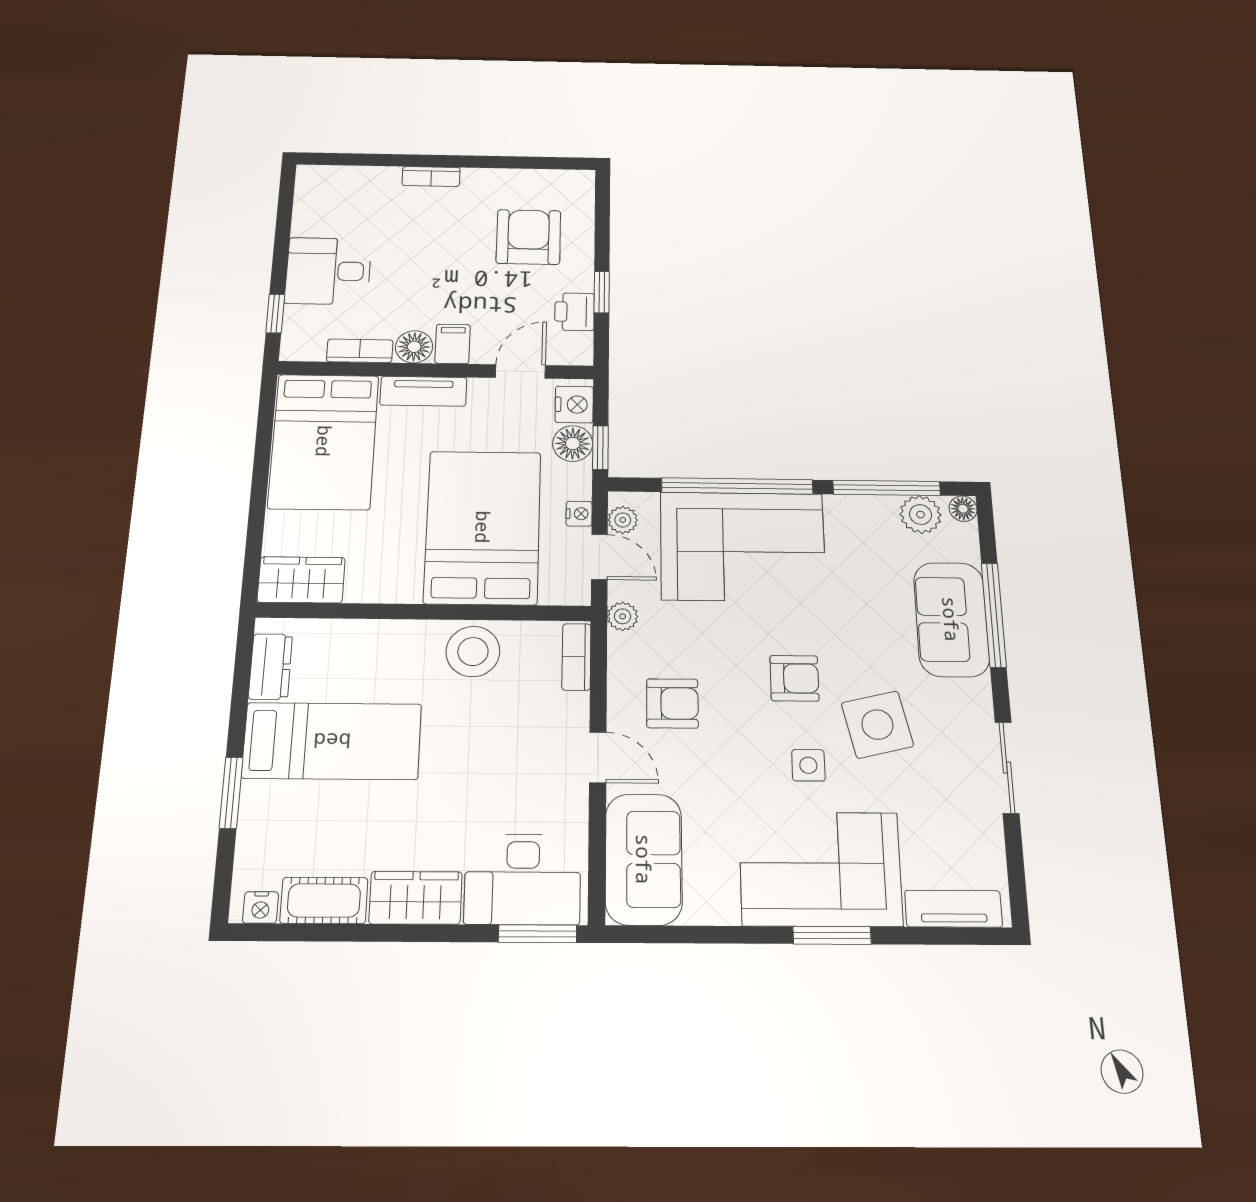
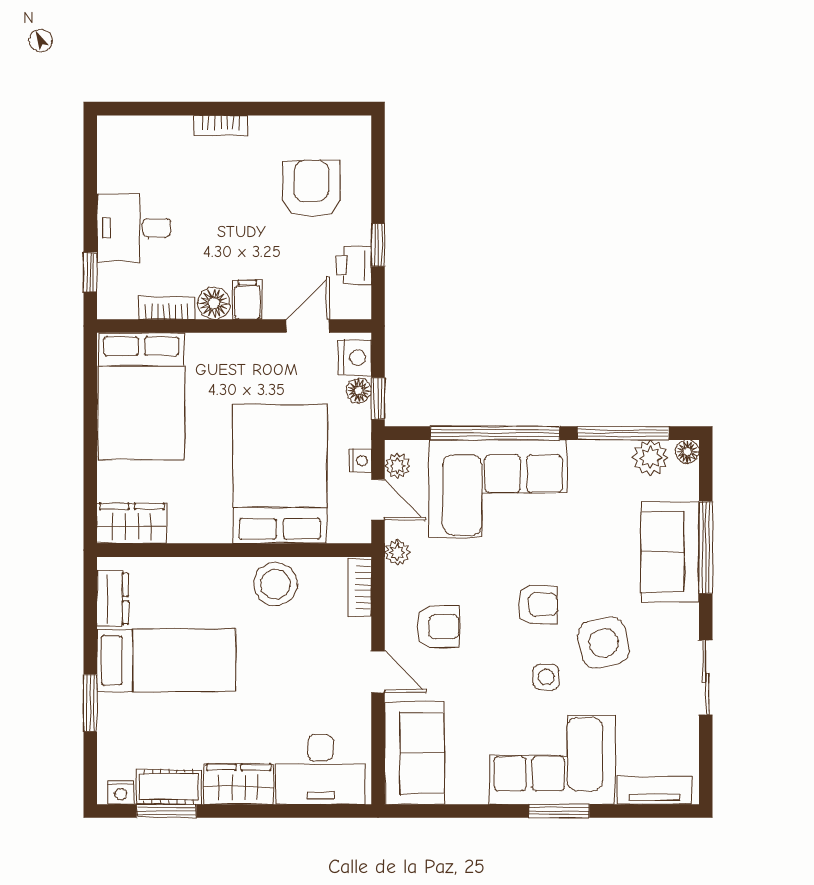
tv unit: (423, 391) -> (224, 347), removed
floor lamp: (573, 444) -> (359, 390), width x0.73, depth x0.73
window: (538, 934) -> (166, 811), moved

